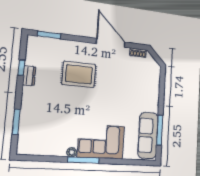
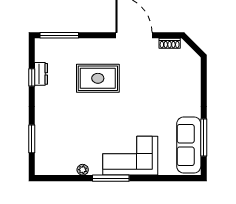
window: (49, 35) -> (59, 35), width x1.44
dresser: (29, 76) -> (41, 74), moved
plant: (72, 152) -> (83, 170), moved

